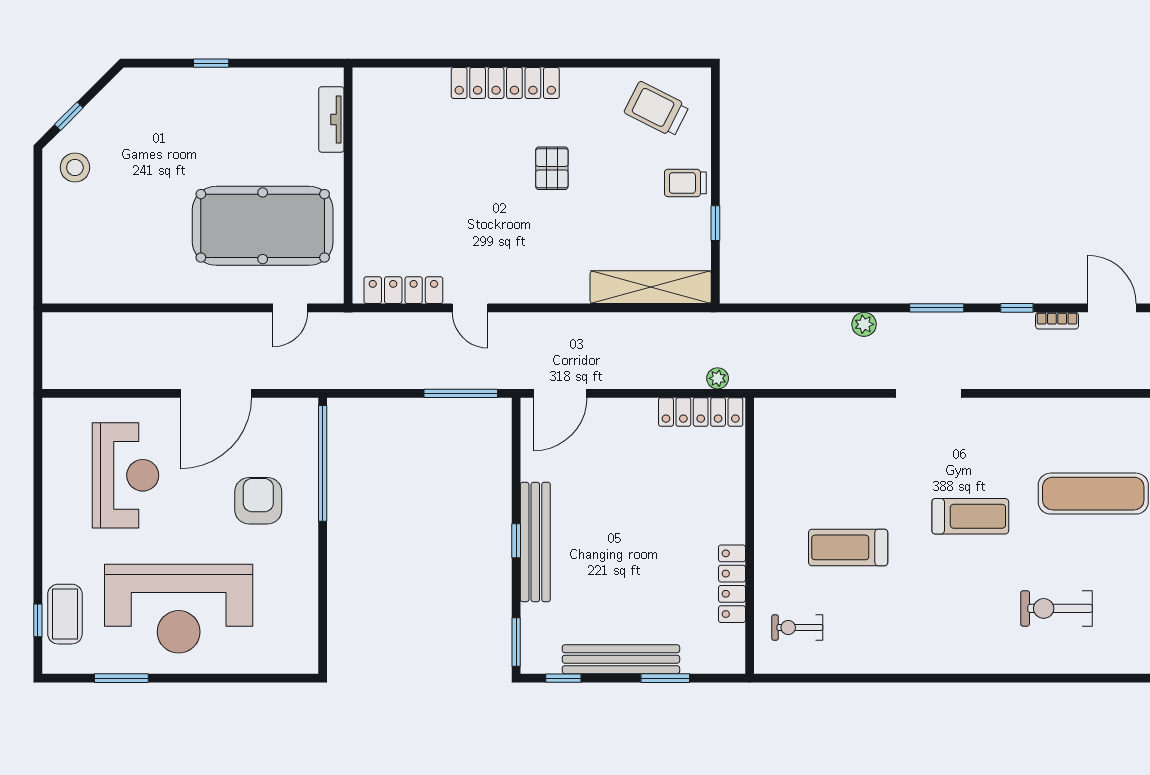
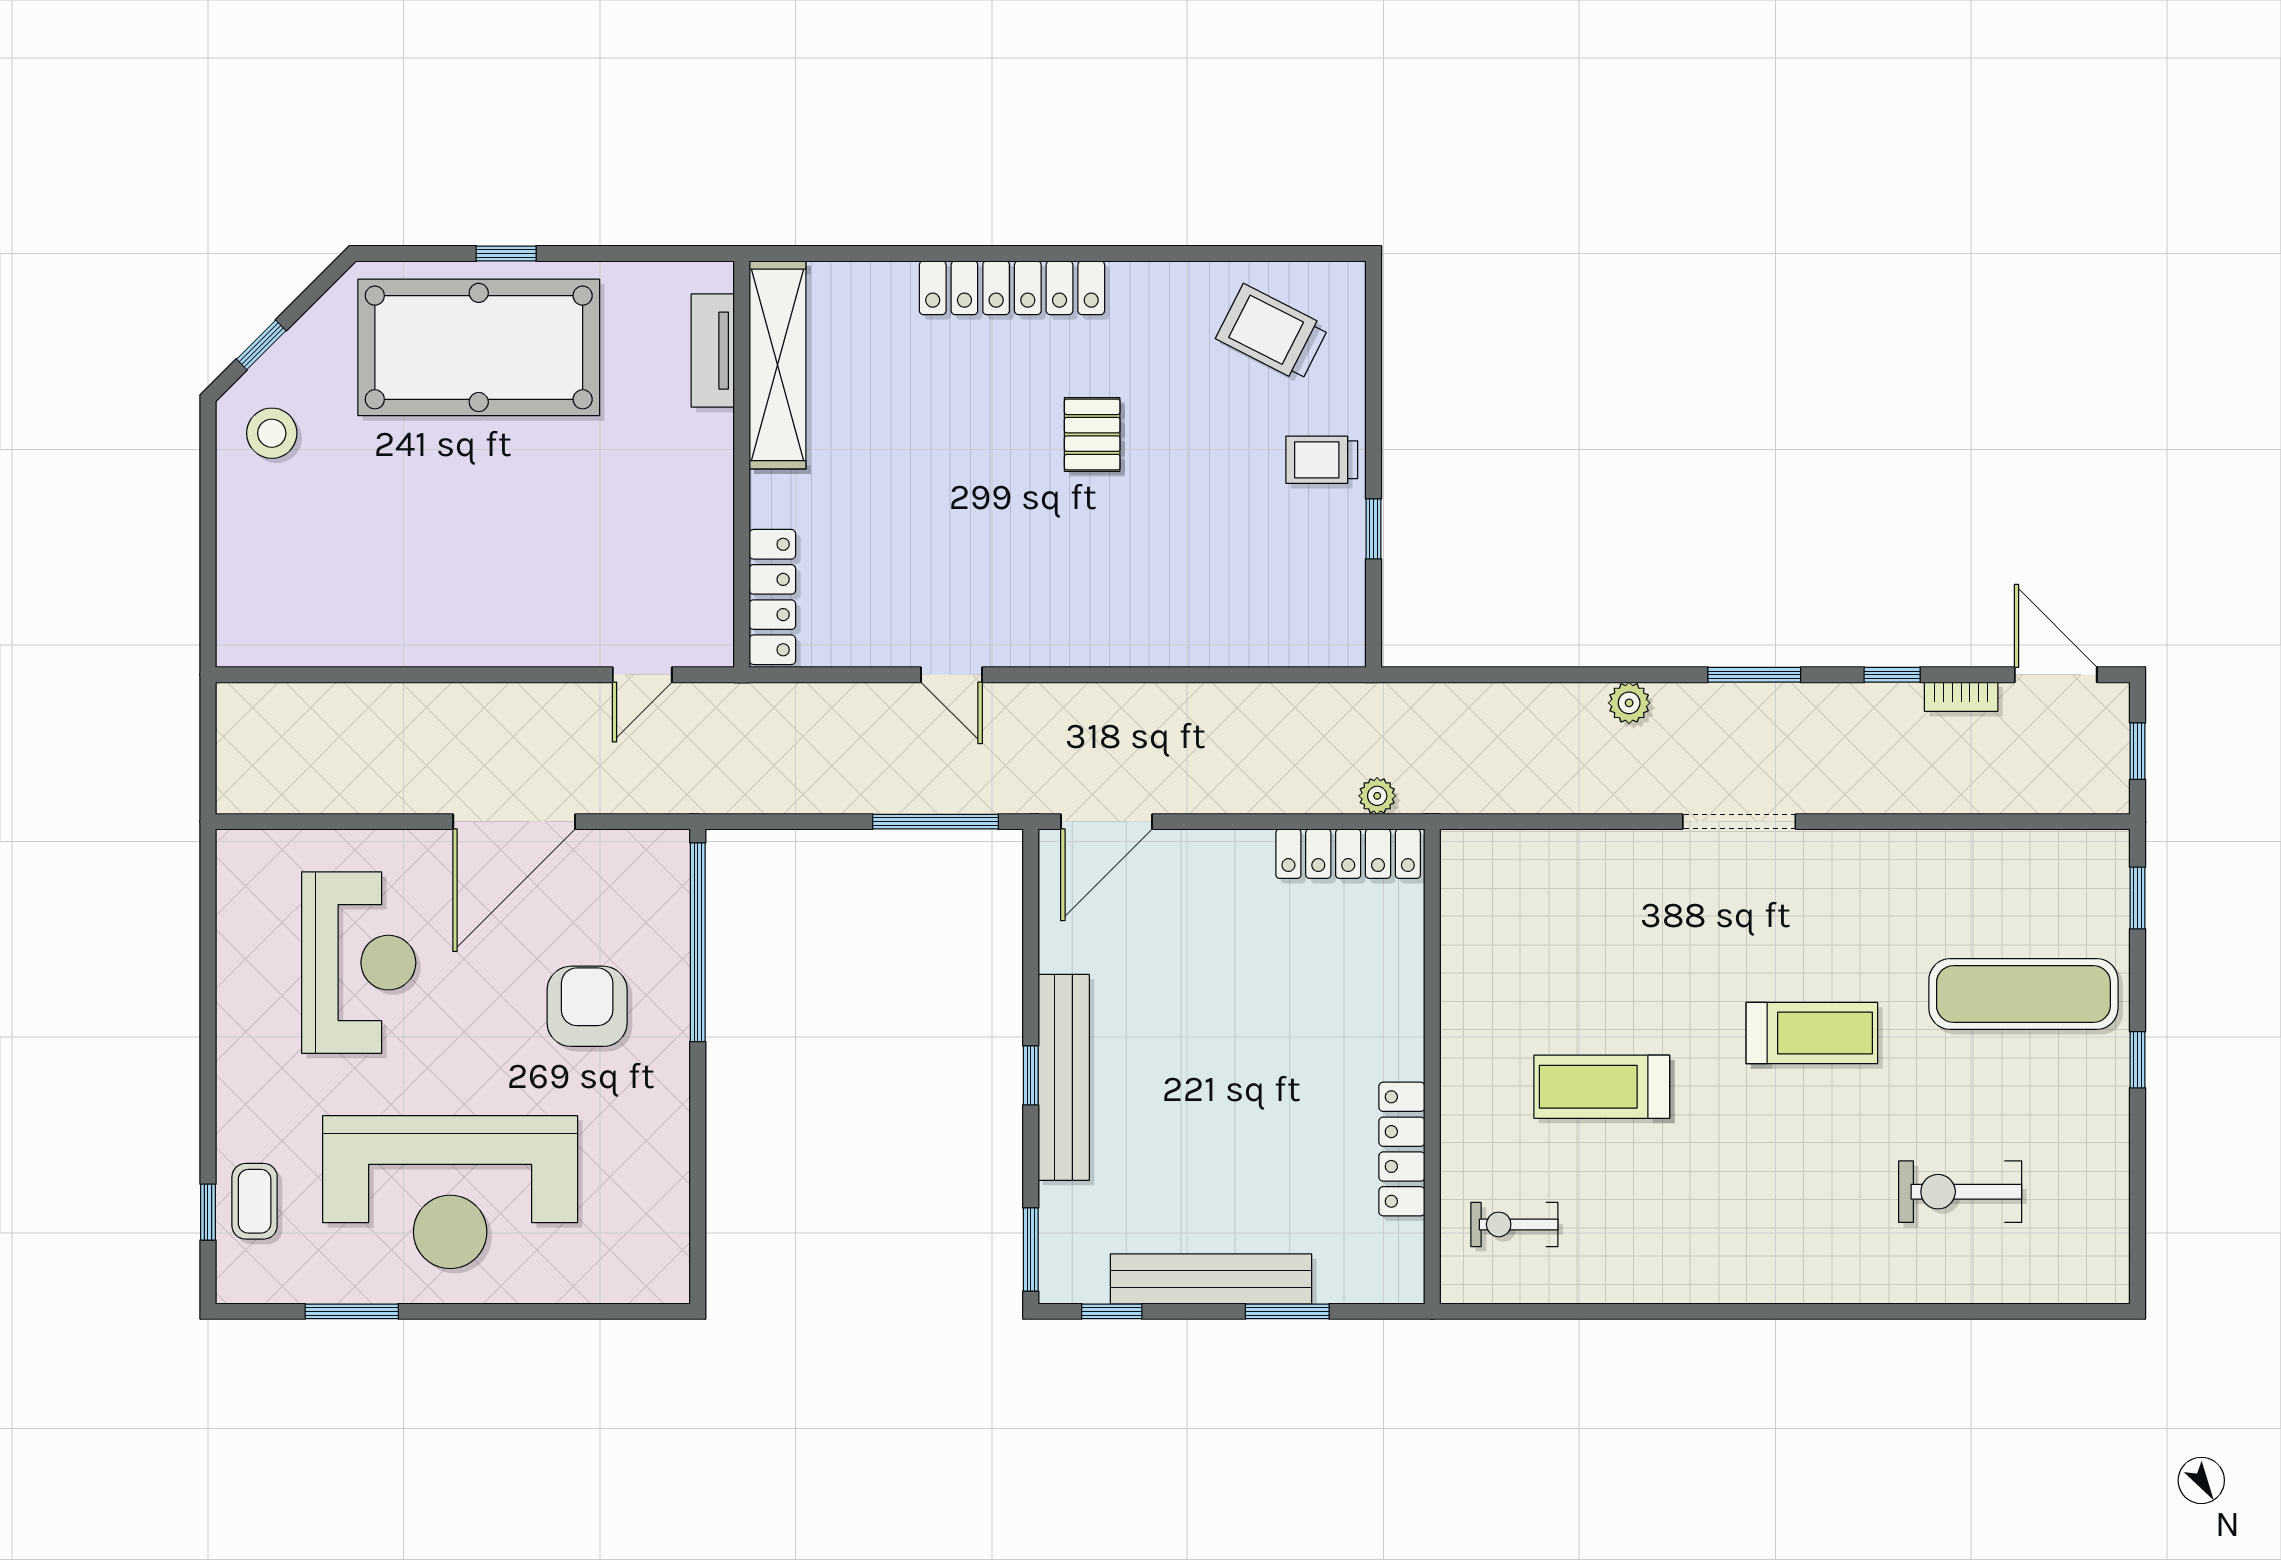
pool table: (263, 226) -> (479, 347), moved
shelving: (651, 287) -> (778, 365), moved, turned 90
locker: (403, 290) -> (772, 597), moved, turned 90
coffee table: (65, 614) -> (255, 1201), width x0.73, depth x0.77

